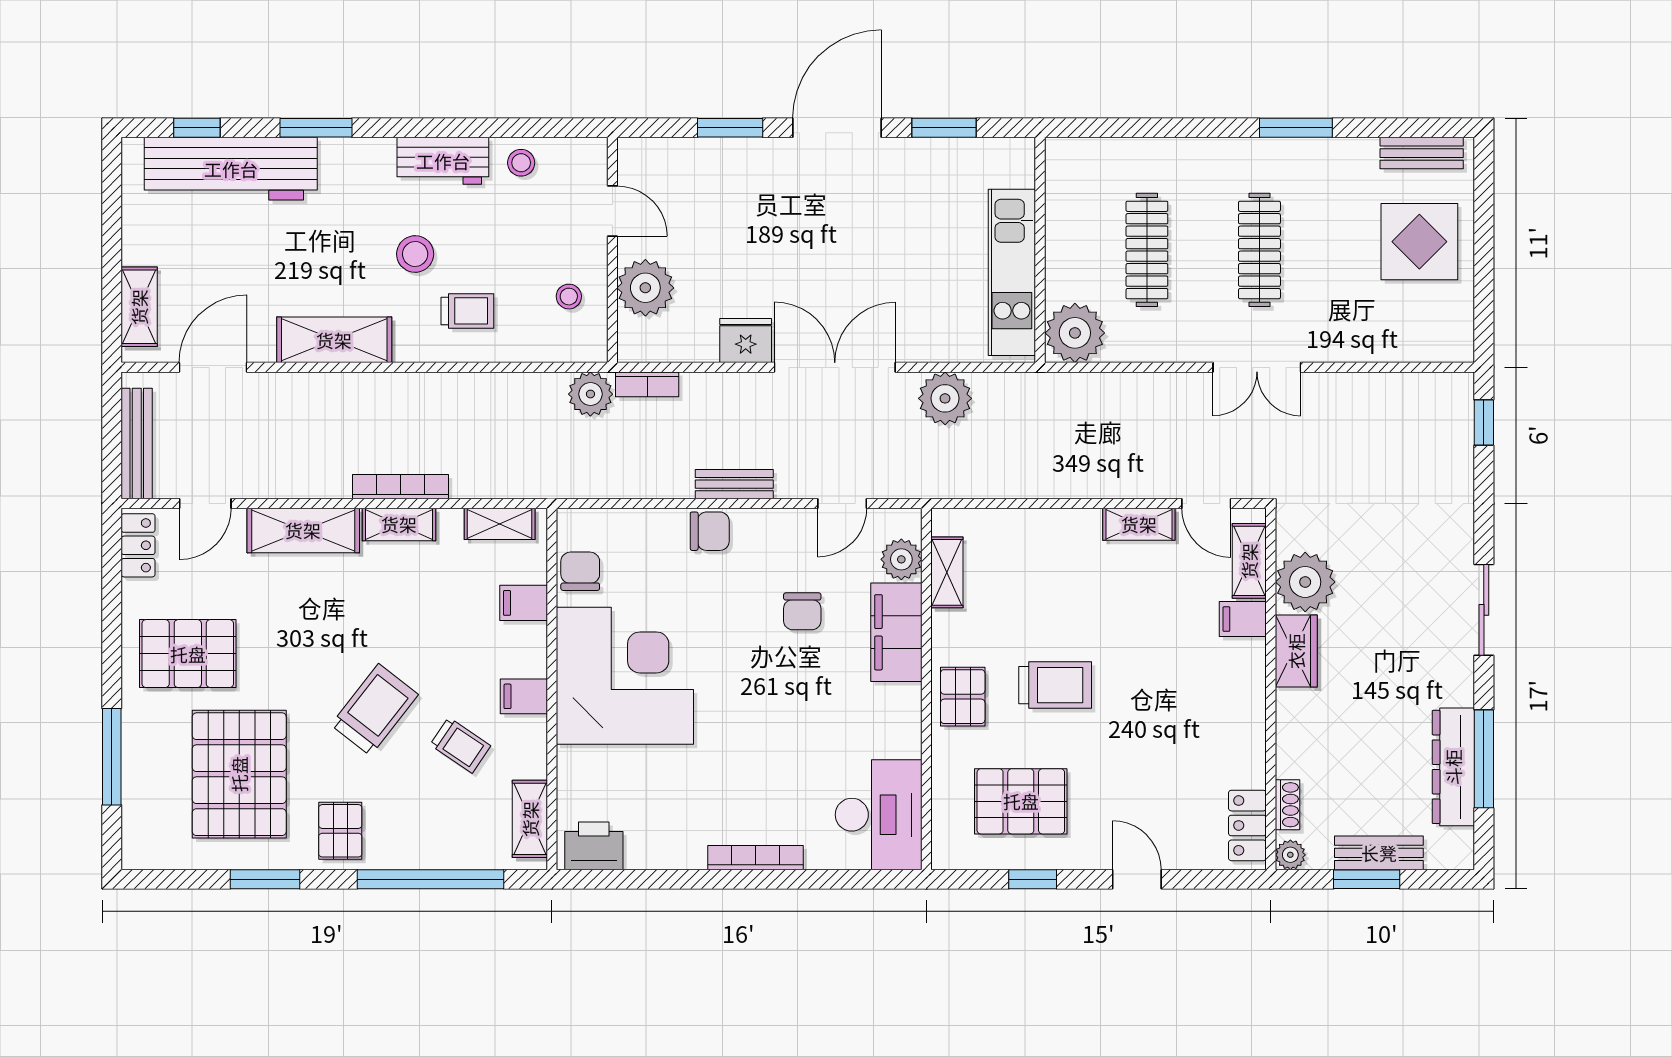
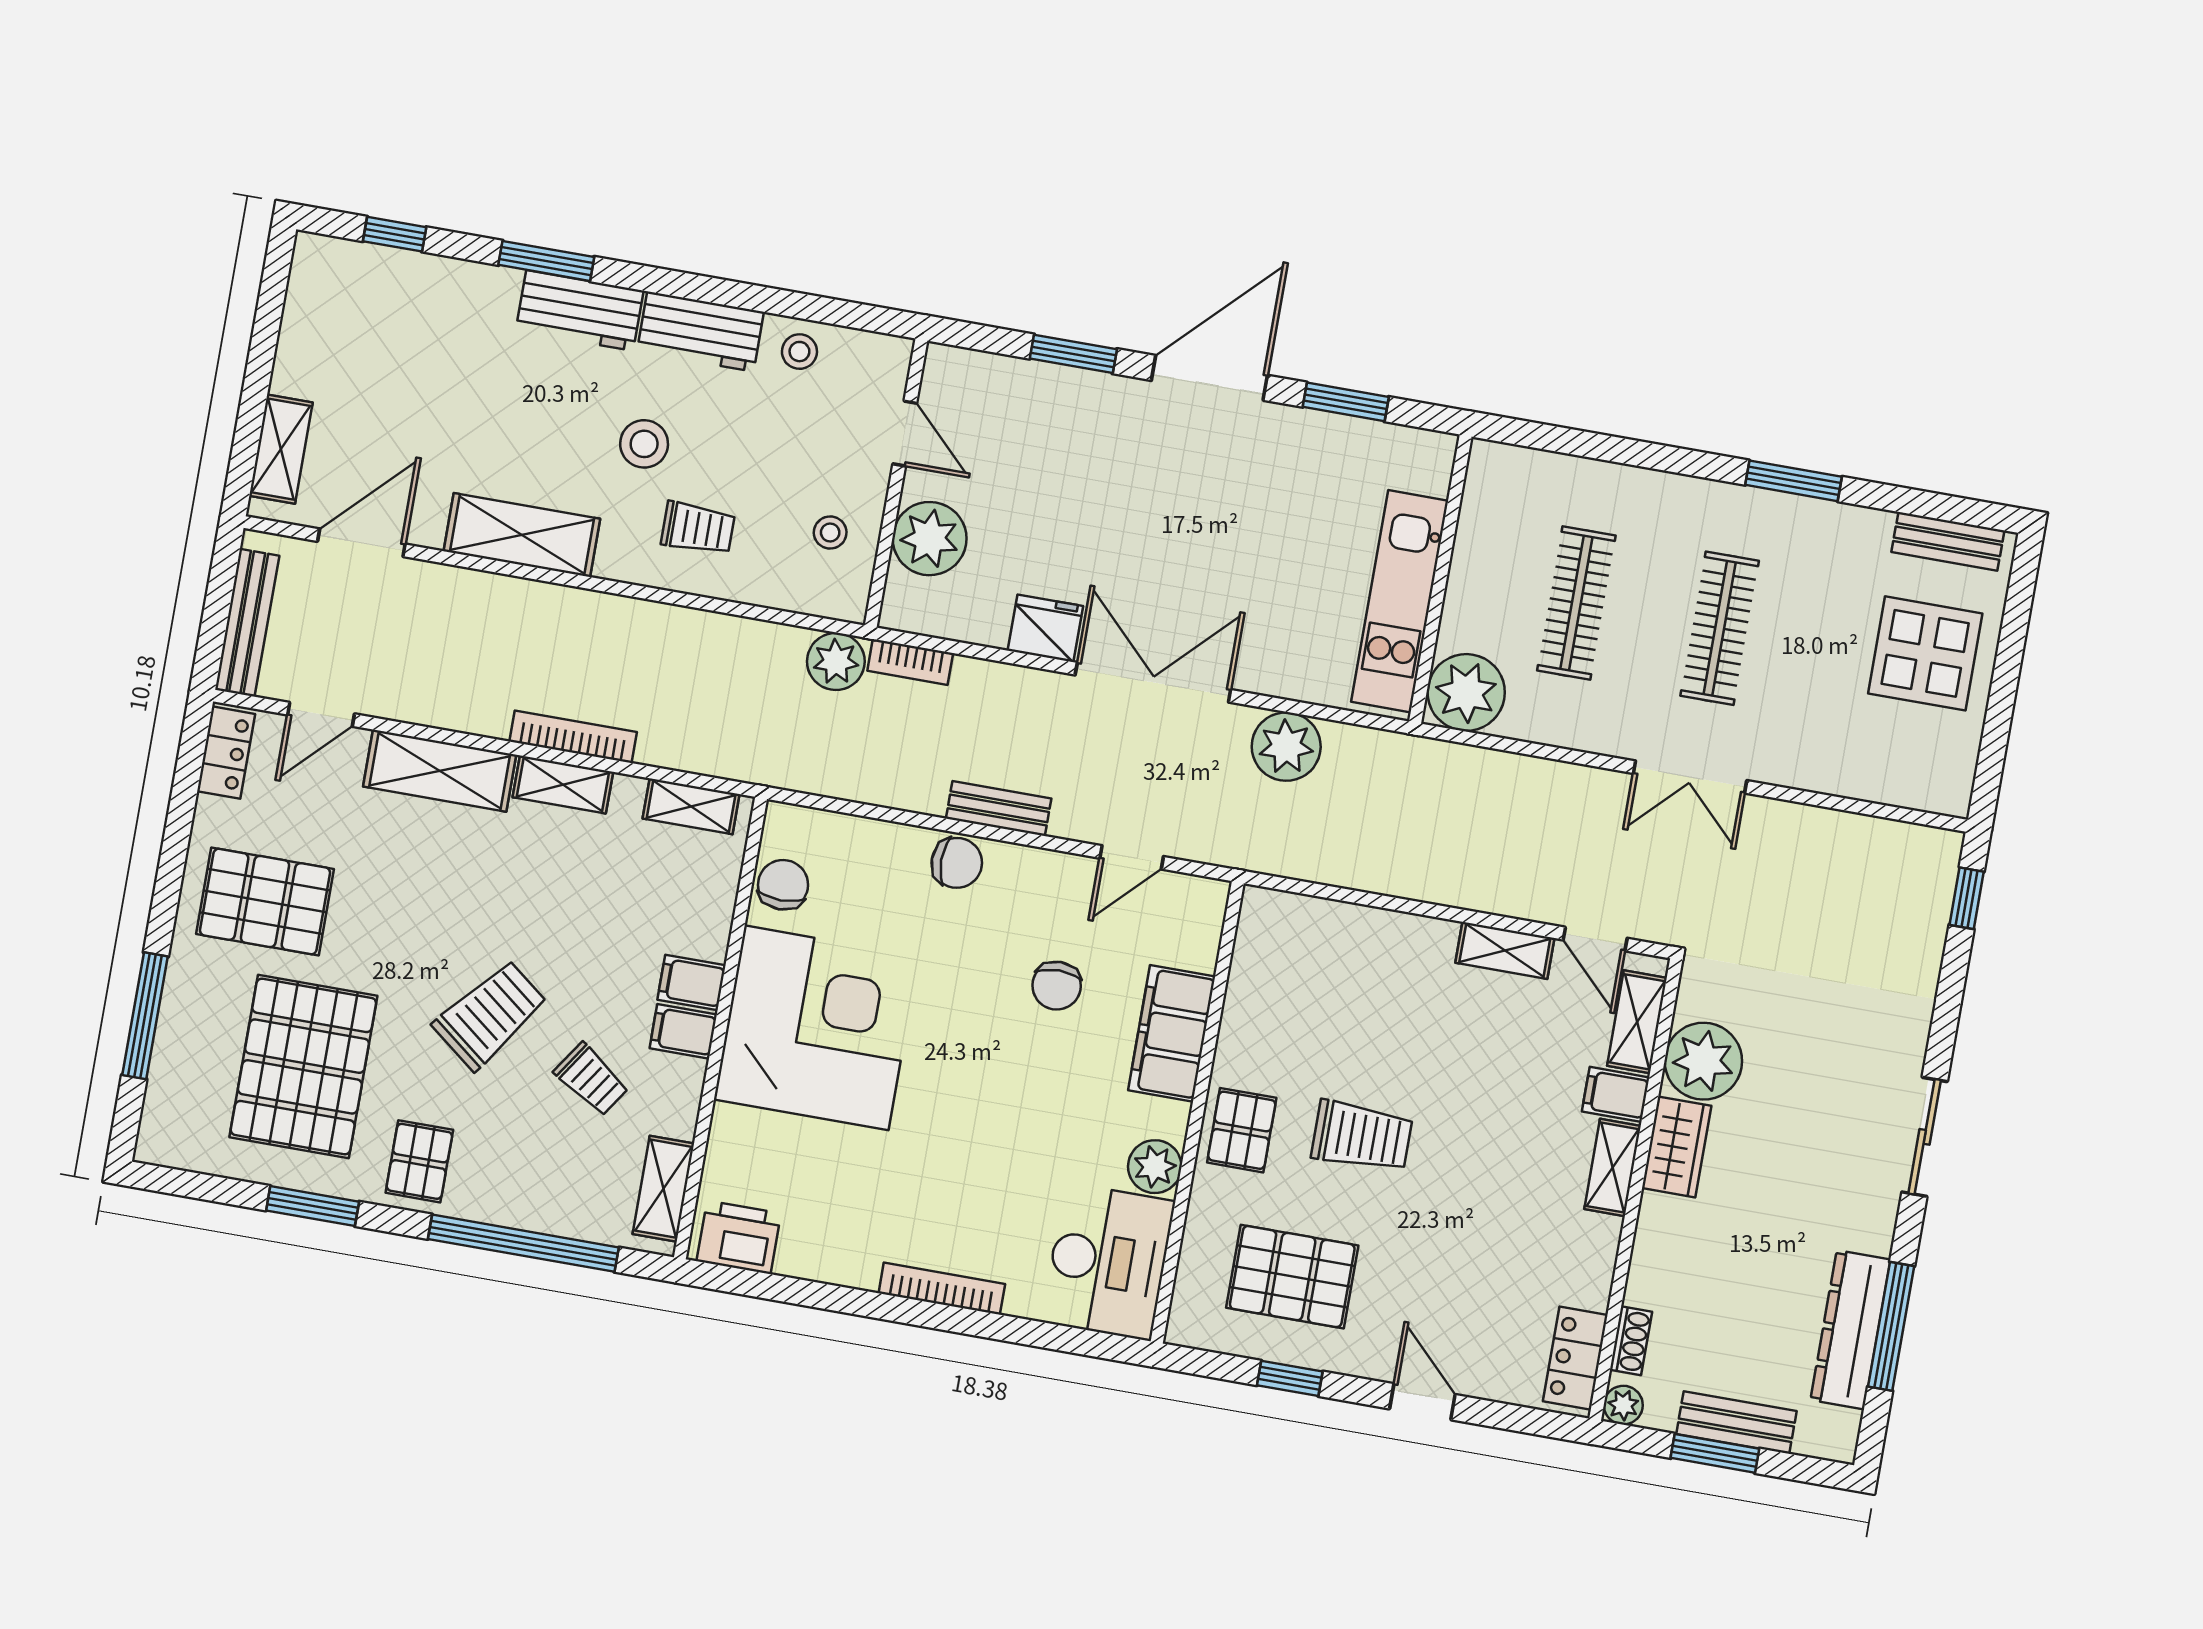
workbench: (231, 169) -> (580, 310), moved, width x0.53, depth x0.76
plant: (901, 559) -> (1155, 1167), moved
shelving: (947, 572) -> (1613, 1168), moved
filing cabinet: (524, 603) -> (691, 983), moved

